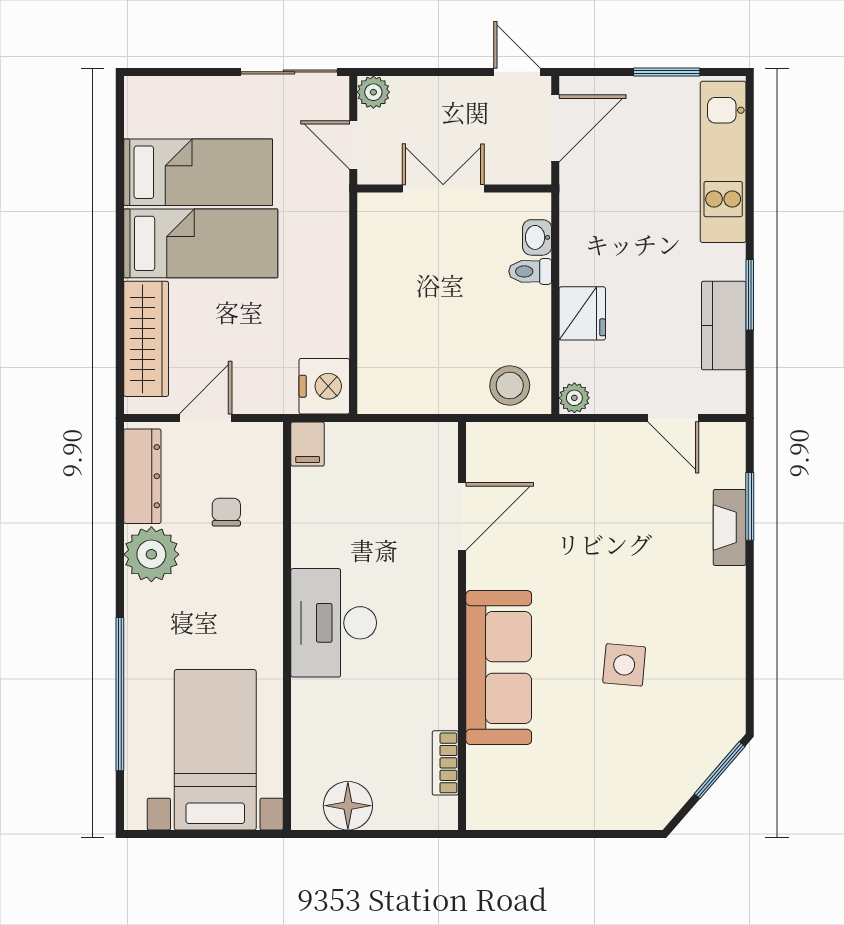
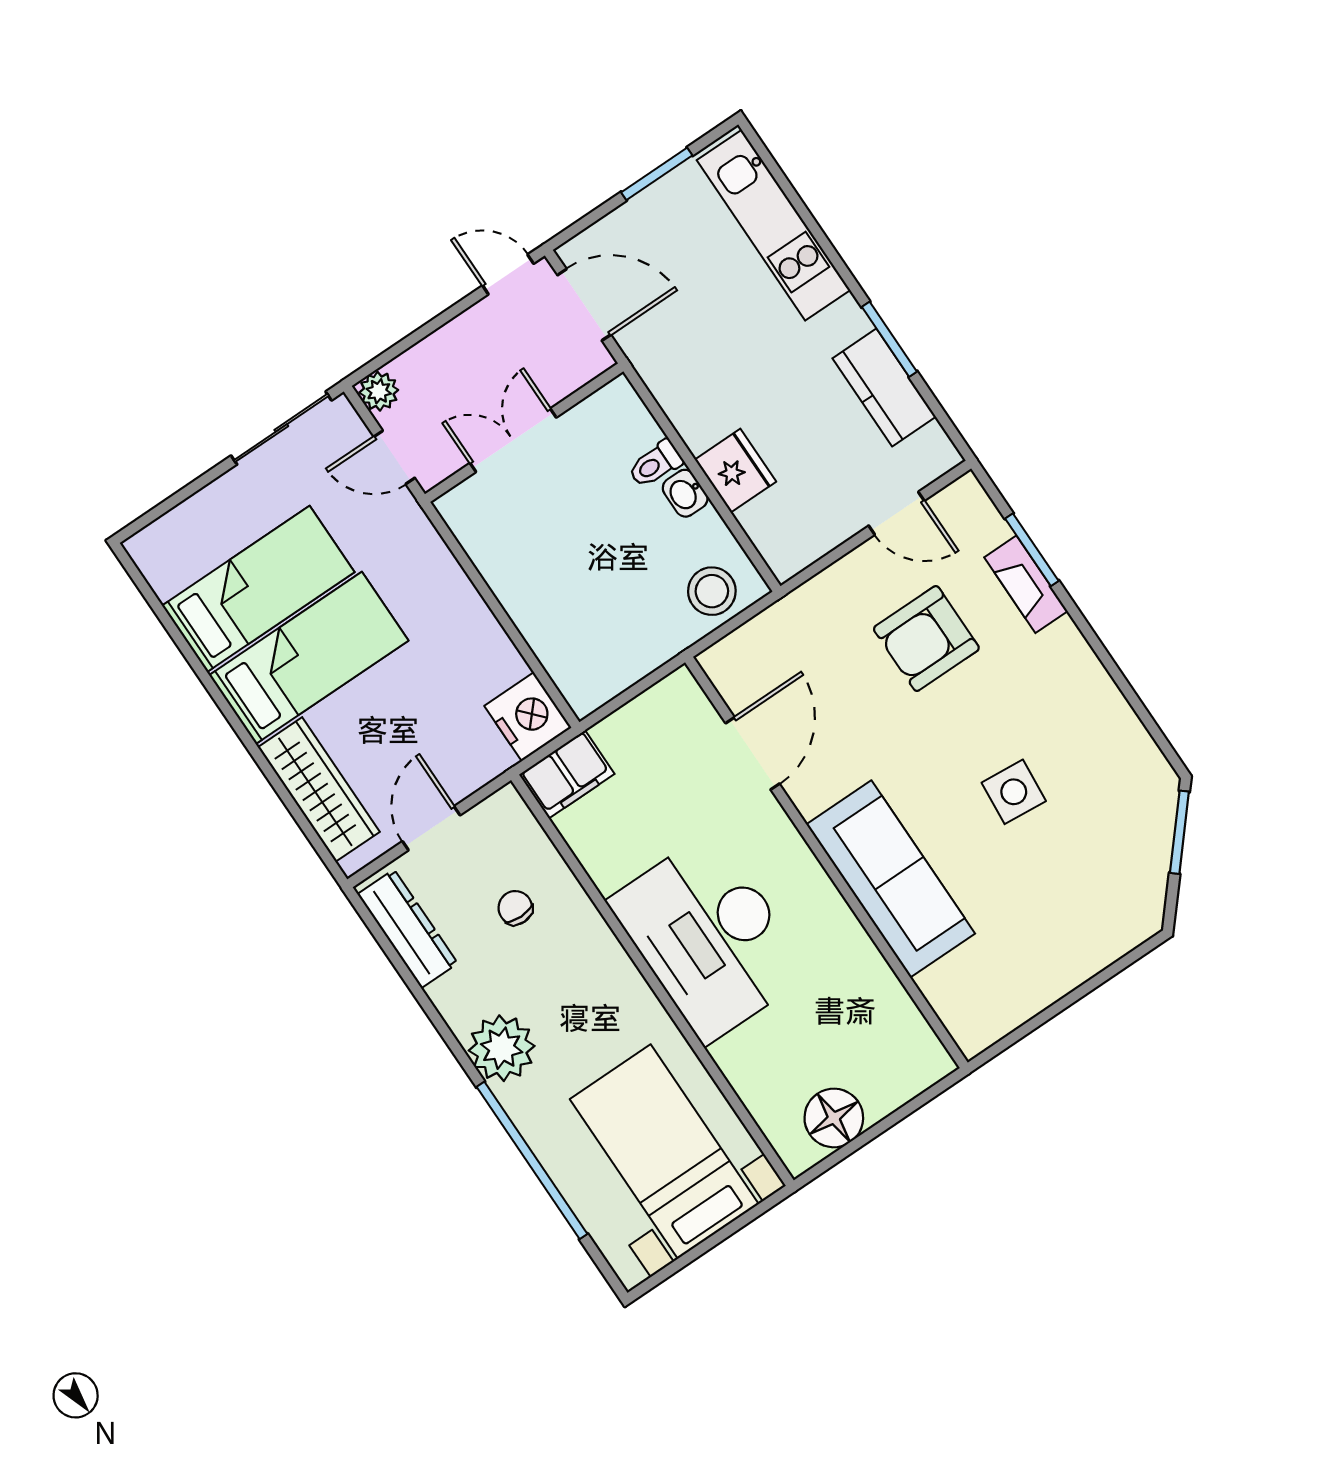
door: (555, 128) -> (584, 305), hinge flipped
washbasin: (537, 237) -> (685, 493), moved
plant: (574, 398) -> (784, 560), removed
filing cabinet: (308, 444) -> (567, 774), width x2.00
armchair: (636, 518) -> (926, 638), added
plant: (151, 554) -> (502, 1048), moved
desk: (334, 623) -> (709, 937), width x1.36, depth x1.30
bookcase: (445, 763) -> (902, 1010), removed

